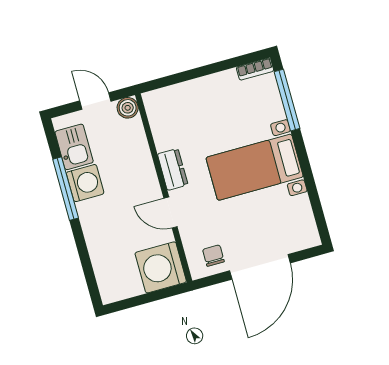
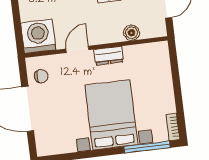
boiler: (128, 108) -> (132, 33), moved
bed with nightstands: (255, 167) -> (111, 115), width x1.36

